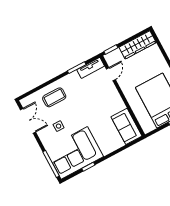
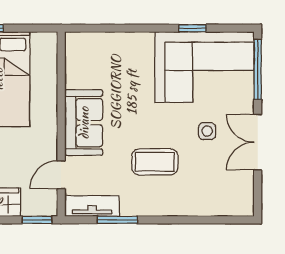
coffee table: (54, 97) -> (155, 162), moved
double door: (28, 121) -> (258, 142), moved
sofa: (126, 126) -> (84, 123), moved

